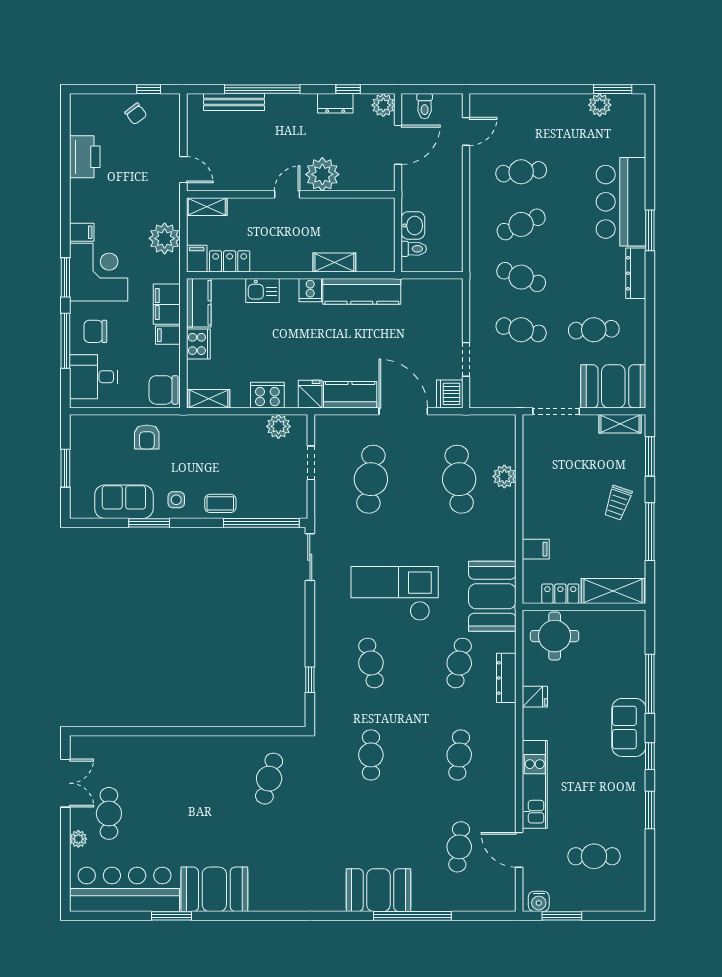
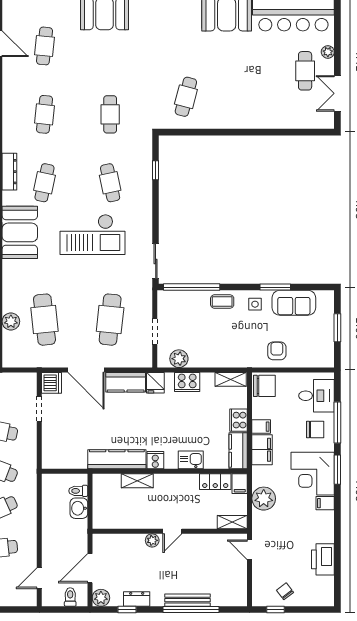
bench: (234, 102) -> (187, 600), moved
plant: (322, 174) -> (152, 540), width x0.53, depth x0.53

